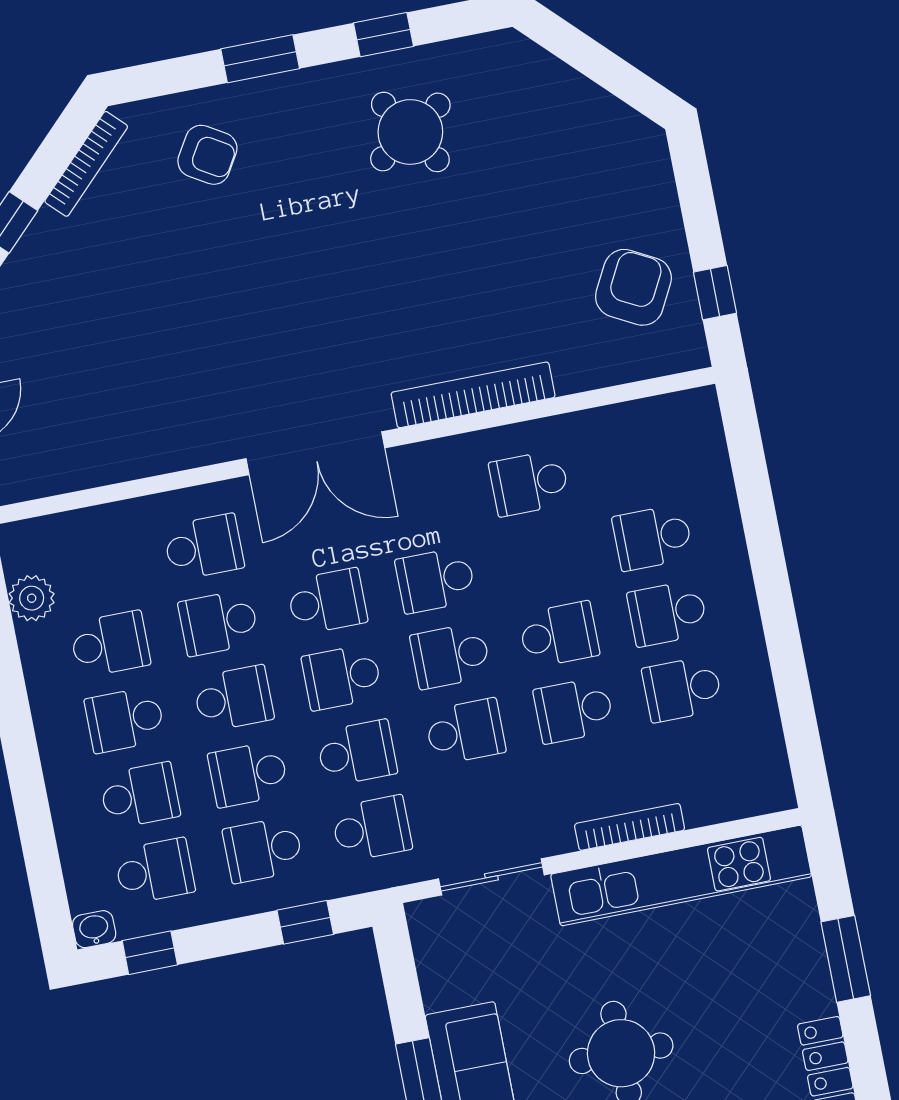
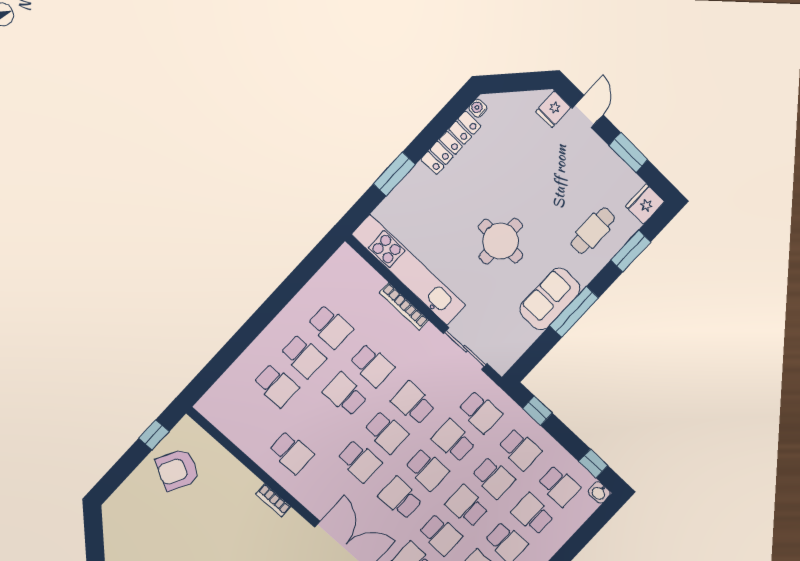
bookcase: (473, 395) -> (273, 500), width x0.43, depth x0.76
school desk: (372, 829) -> (480, 412), turned 180
school desk: (155, 871) -> (559, 486), turned 180

